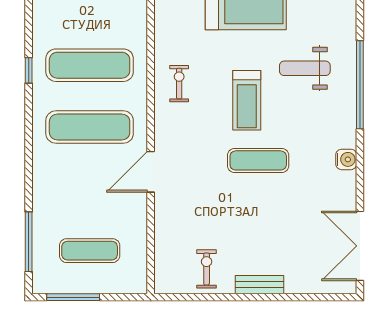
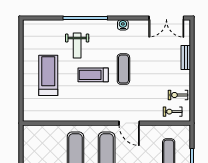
exercise bike: (179, 84) -> (173, 112), moved
treadmill: (247, 100) -> (93, 75), turned 180
bench: (260, 285) -> (186, 57), moved

